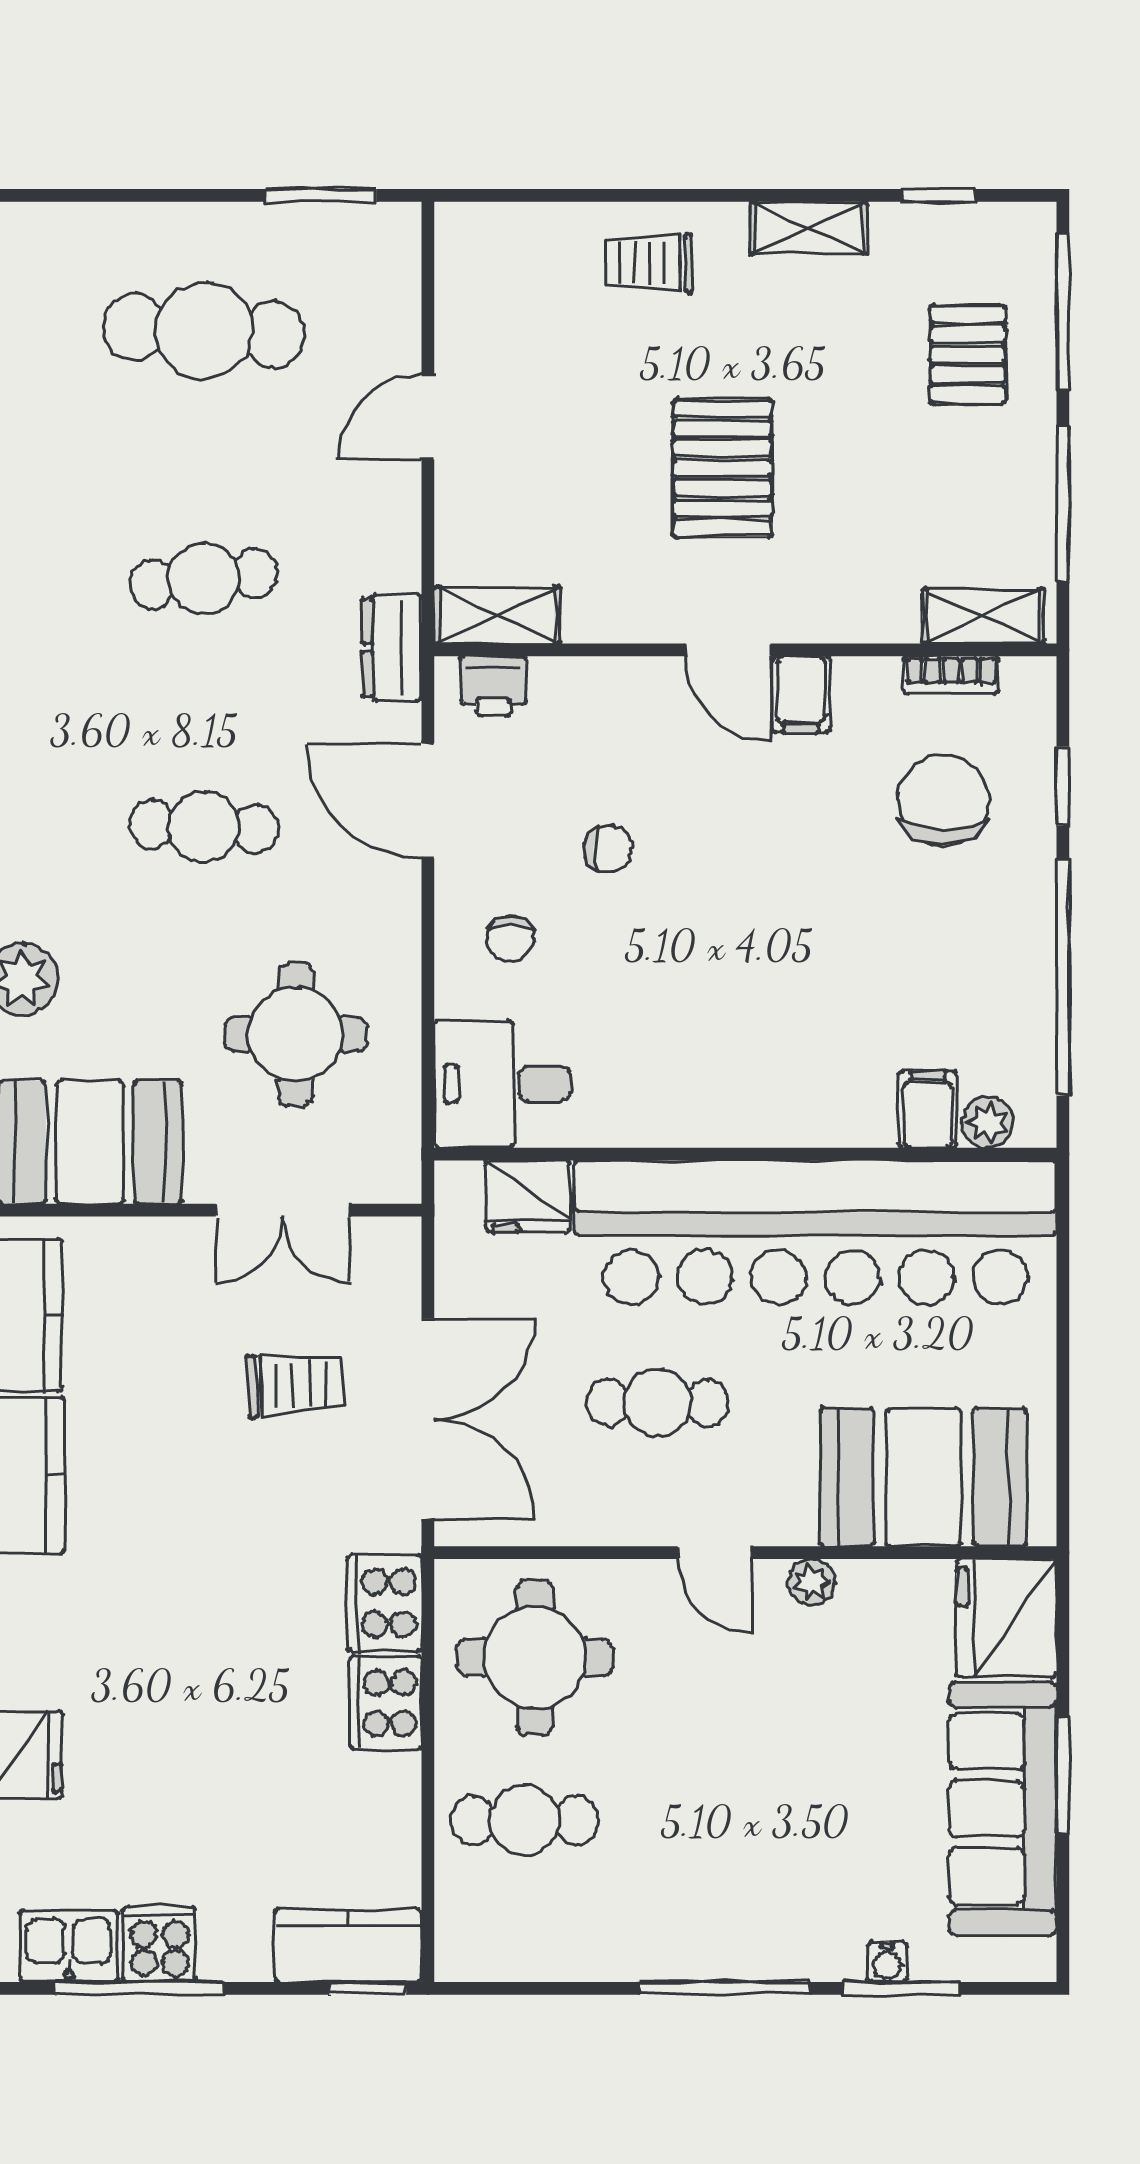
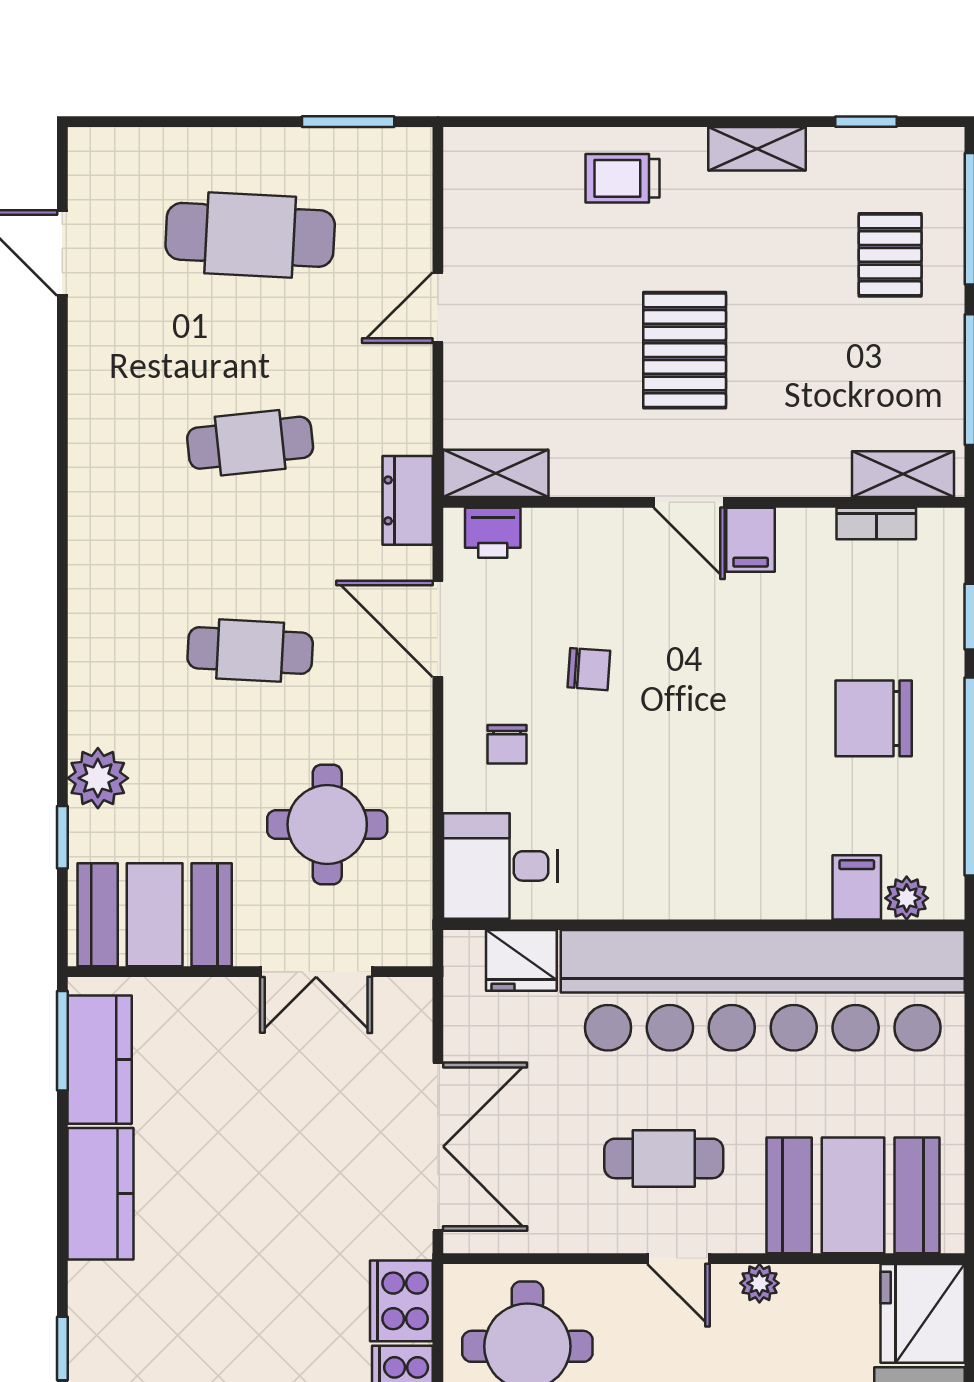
chair: (943, 800) -> (874, 718), moved, turned -90
trolley: (295, 1384) -> (327, 1118), removed
cafe table: (658, 1403) -> (664, 1158), moved

